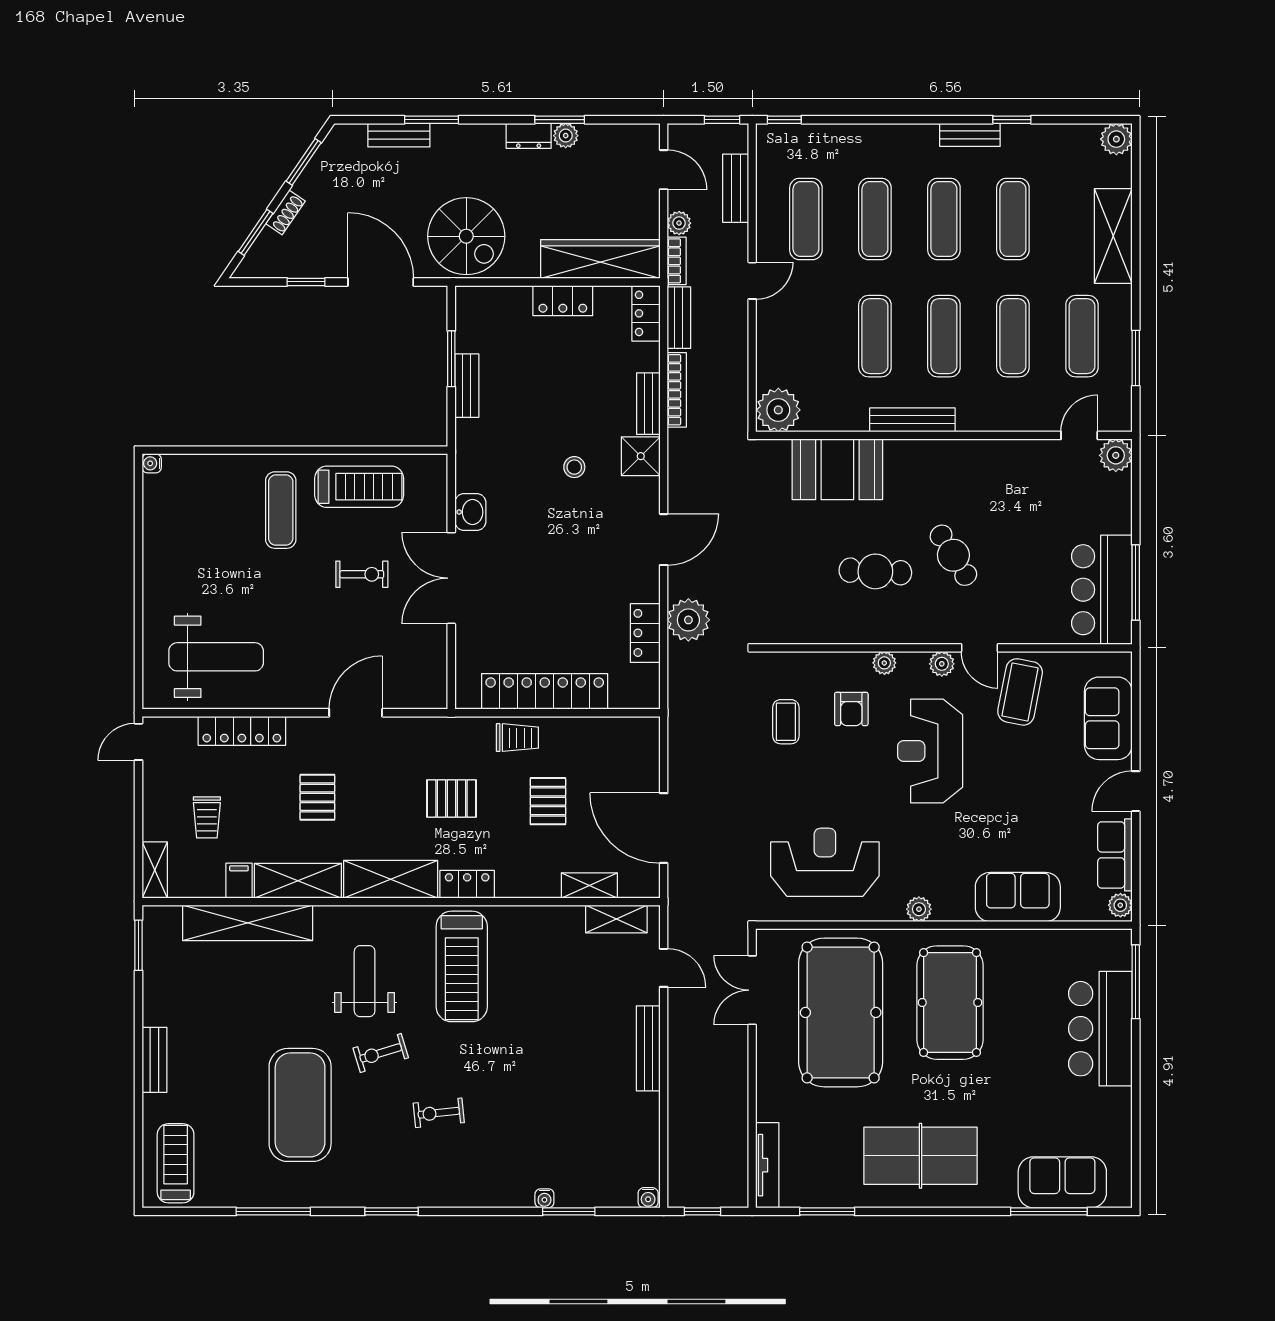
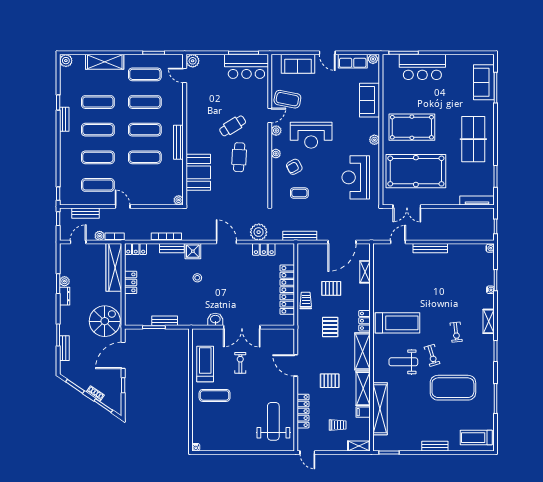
bench: (679, 318) -> (300, 236), moved, width x1.36
plant: (778, 410) -> (179, 200), width x0.53, depth x0.53
armchair: (851, 709) -> (294, 167), turned 151
shelving: (616, 919) -> (489, 321), moved

